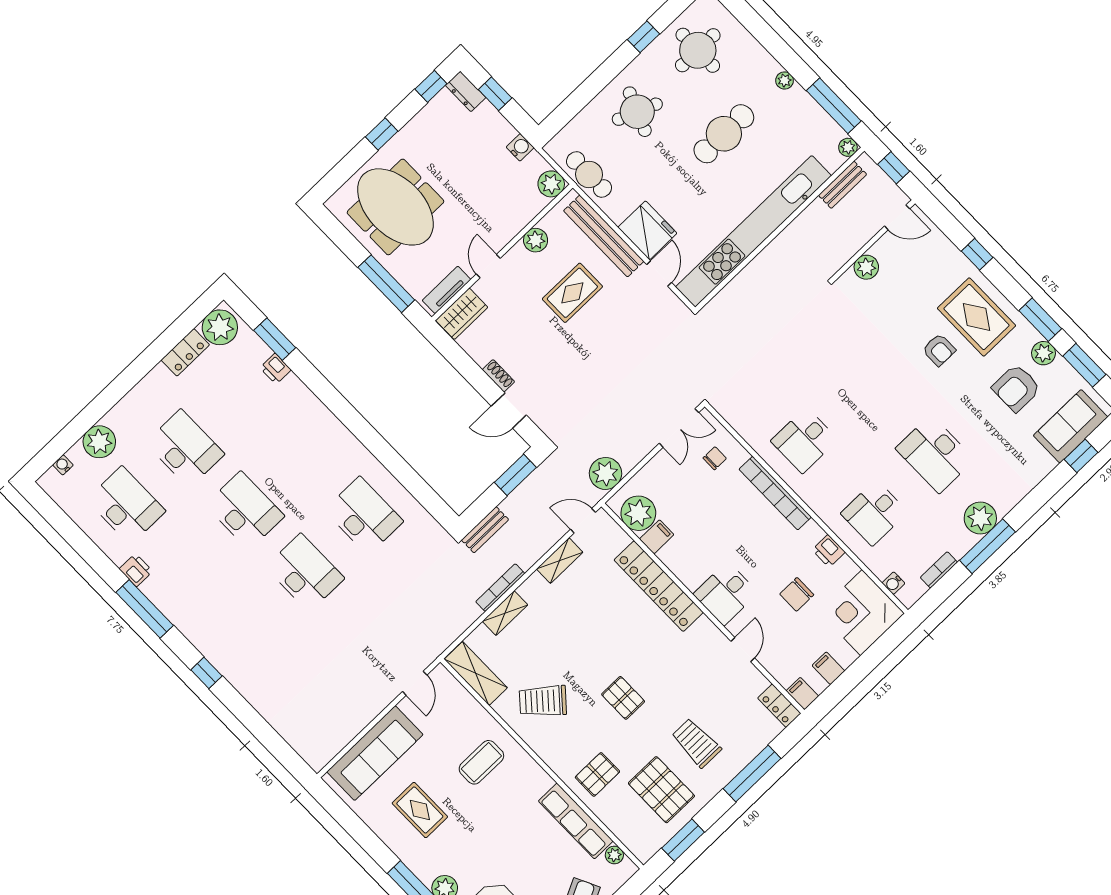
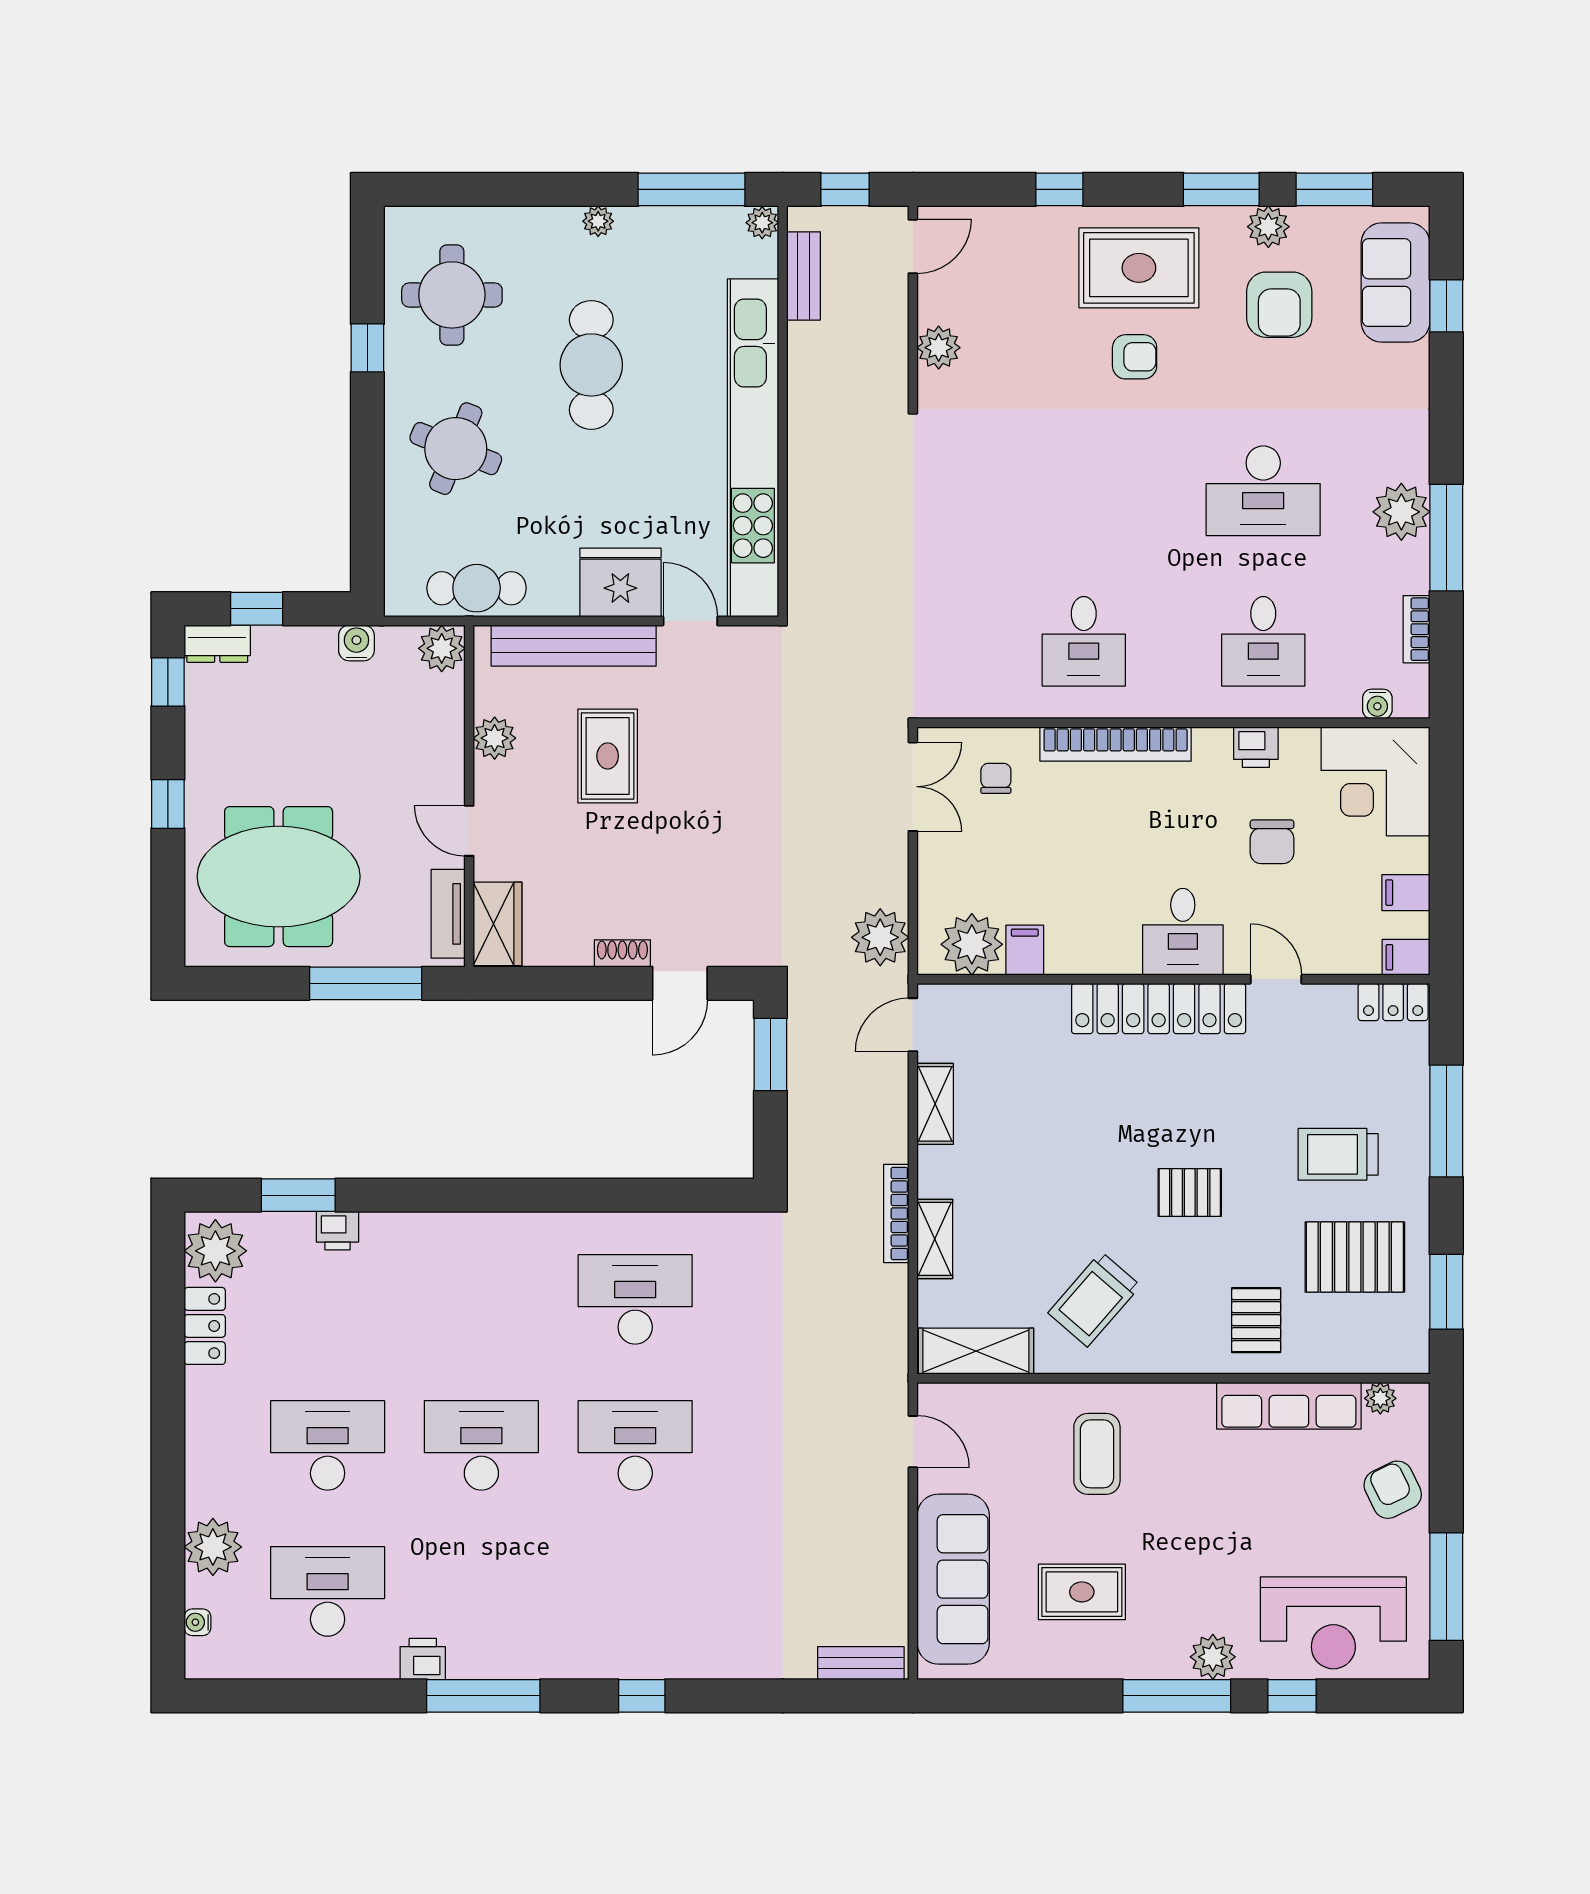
bench: (485, 530) -> (861, 1663), moved, turned 90
locker: (659, 586) -> (1159, 1009), moved

